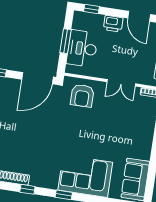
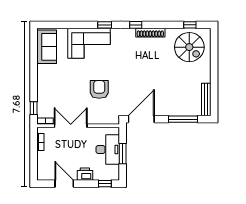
double door: (121, 83) -> (71, 126), width x1.37
armchair: (82, 96) -> (99, 89), moved

